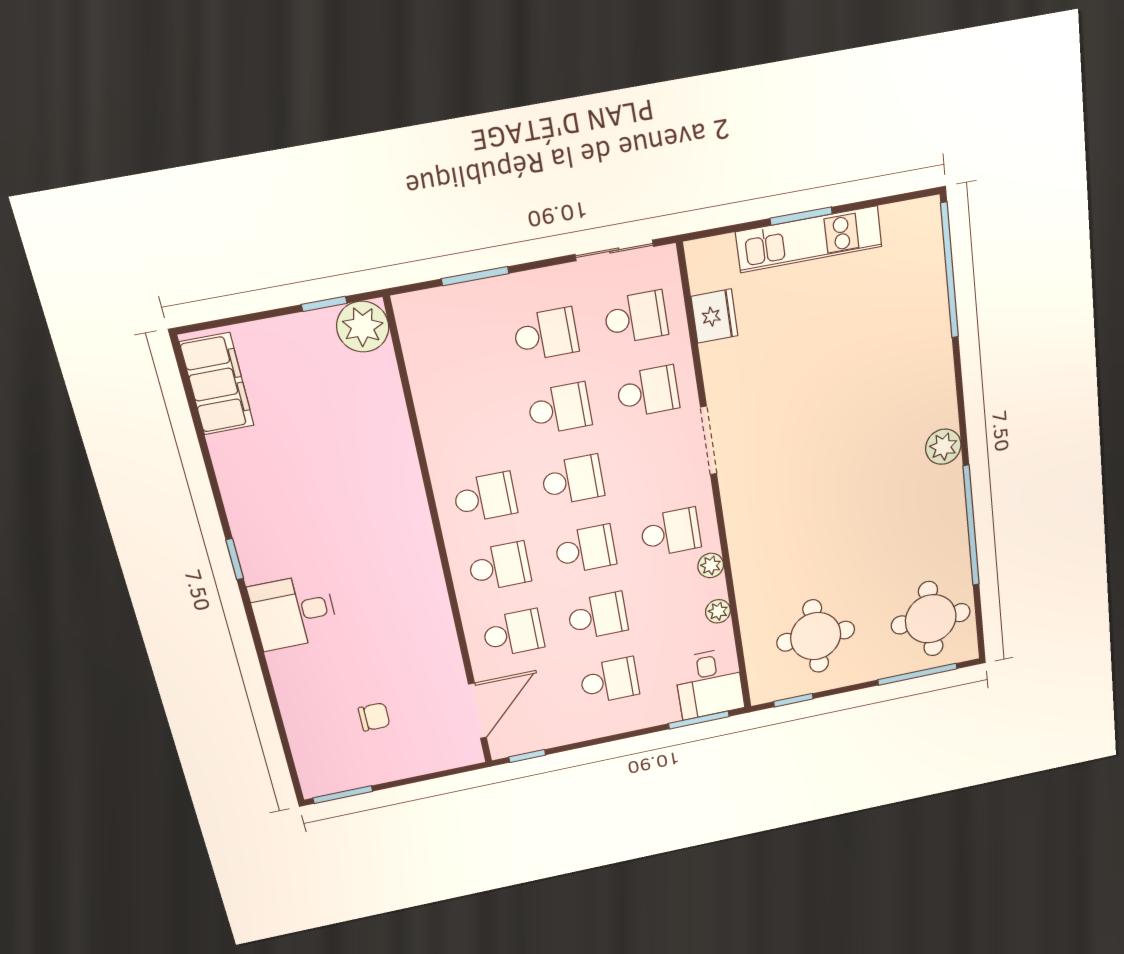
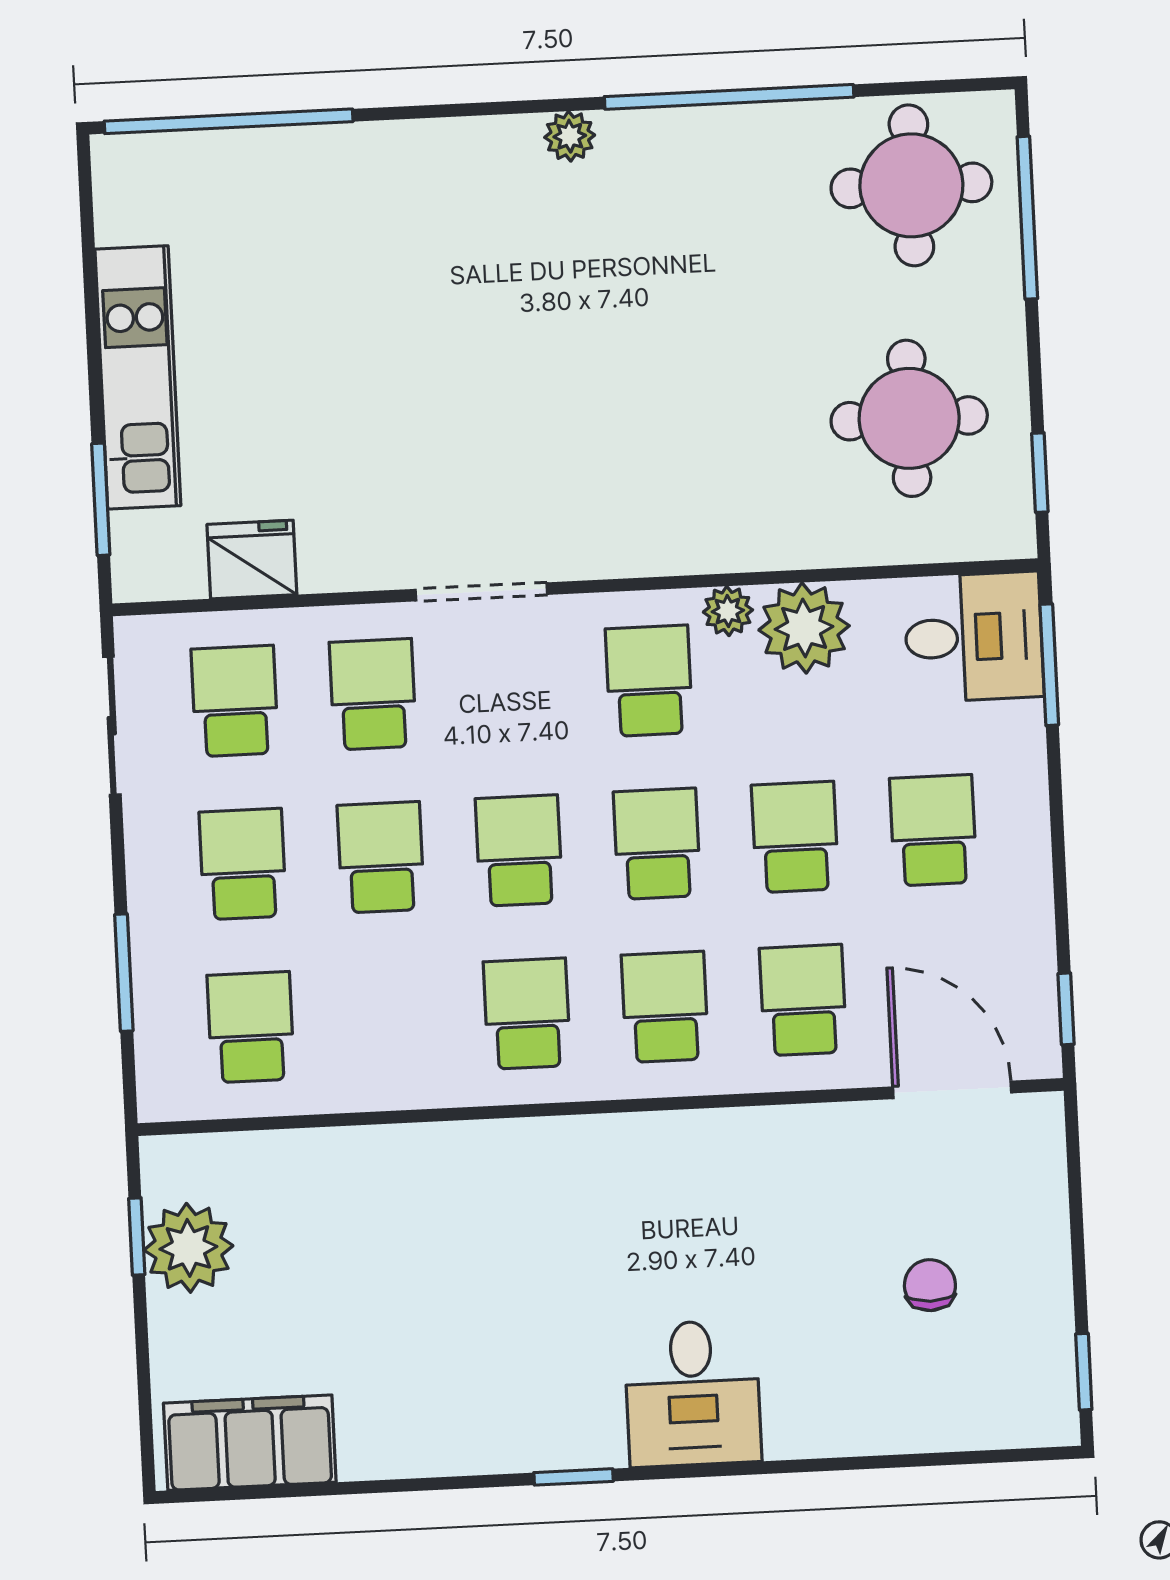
window: (801, 216) -> (101, 499), moved
plant: (363, 327) -> (188, 1248), moved
school desk: (455, 351) -> (251, 1027), added
plant: (943, 447) -> (570, 136), width x0.73, depth x0.73
plant: (718, 611) -> (804, 628), width x1.87, depth x1.87
window: (343, 795) -> (1084, 1372), width x0.67

